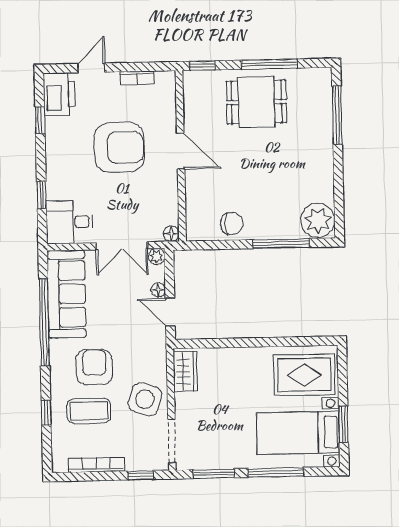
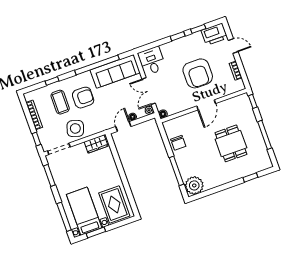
dining table: (257, 102) -> (231, 143), moved
window: (337, 115) -> (250, 177), width x0.46
window: (42, 195) -> (178, 36), moved
window: (276, 472) -> (64, 217), moved

